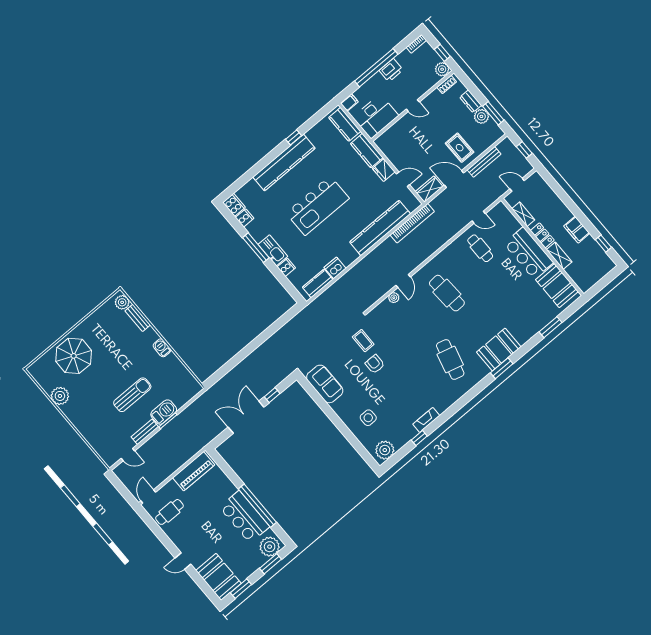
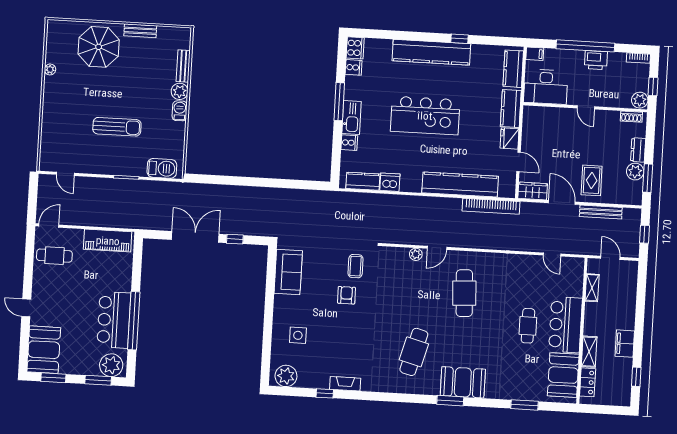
locker: (542, 235) -> (588, 382), moved
cafe table: (480, 248) -> (528, 326), moved
plant: (122, 302) -> (180, 91), moved
plant: (60, 396) -> (50, 69), width x0.53, depth x0.53
barbecue: (164, 412) -> (162, 168), moved
bench: (145, 432) -> (140, 31), moved

